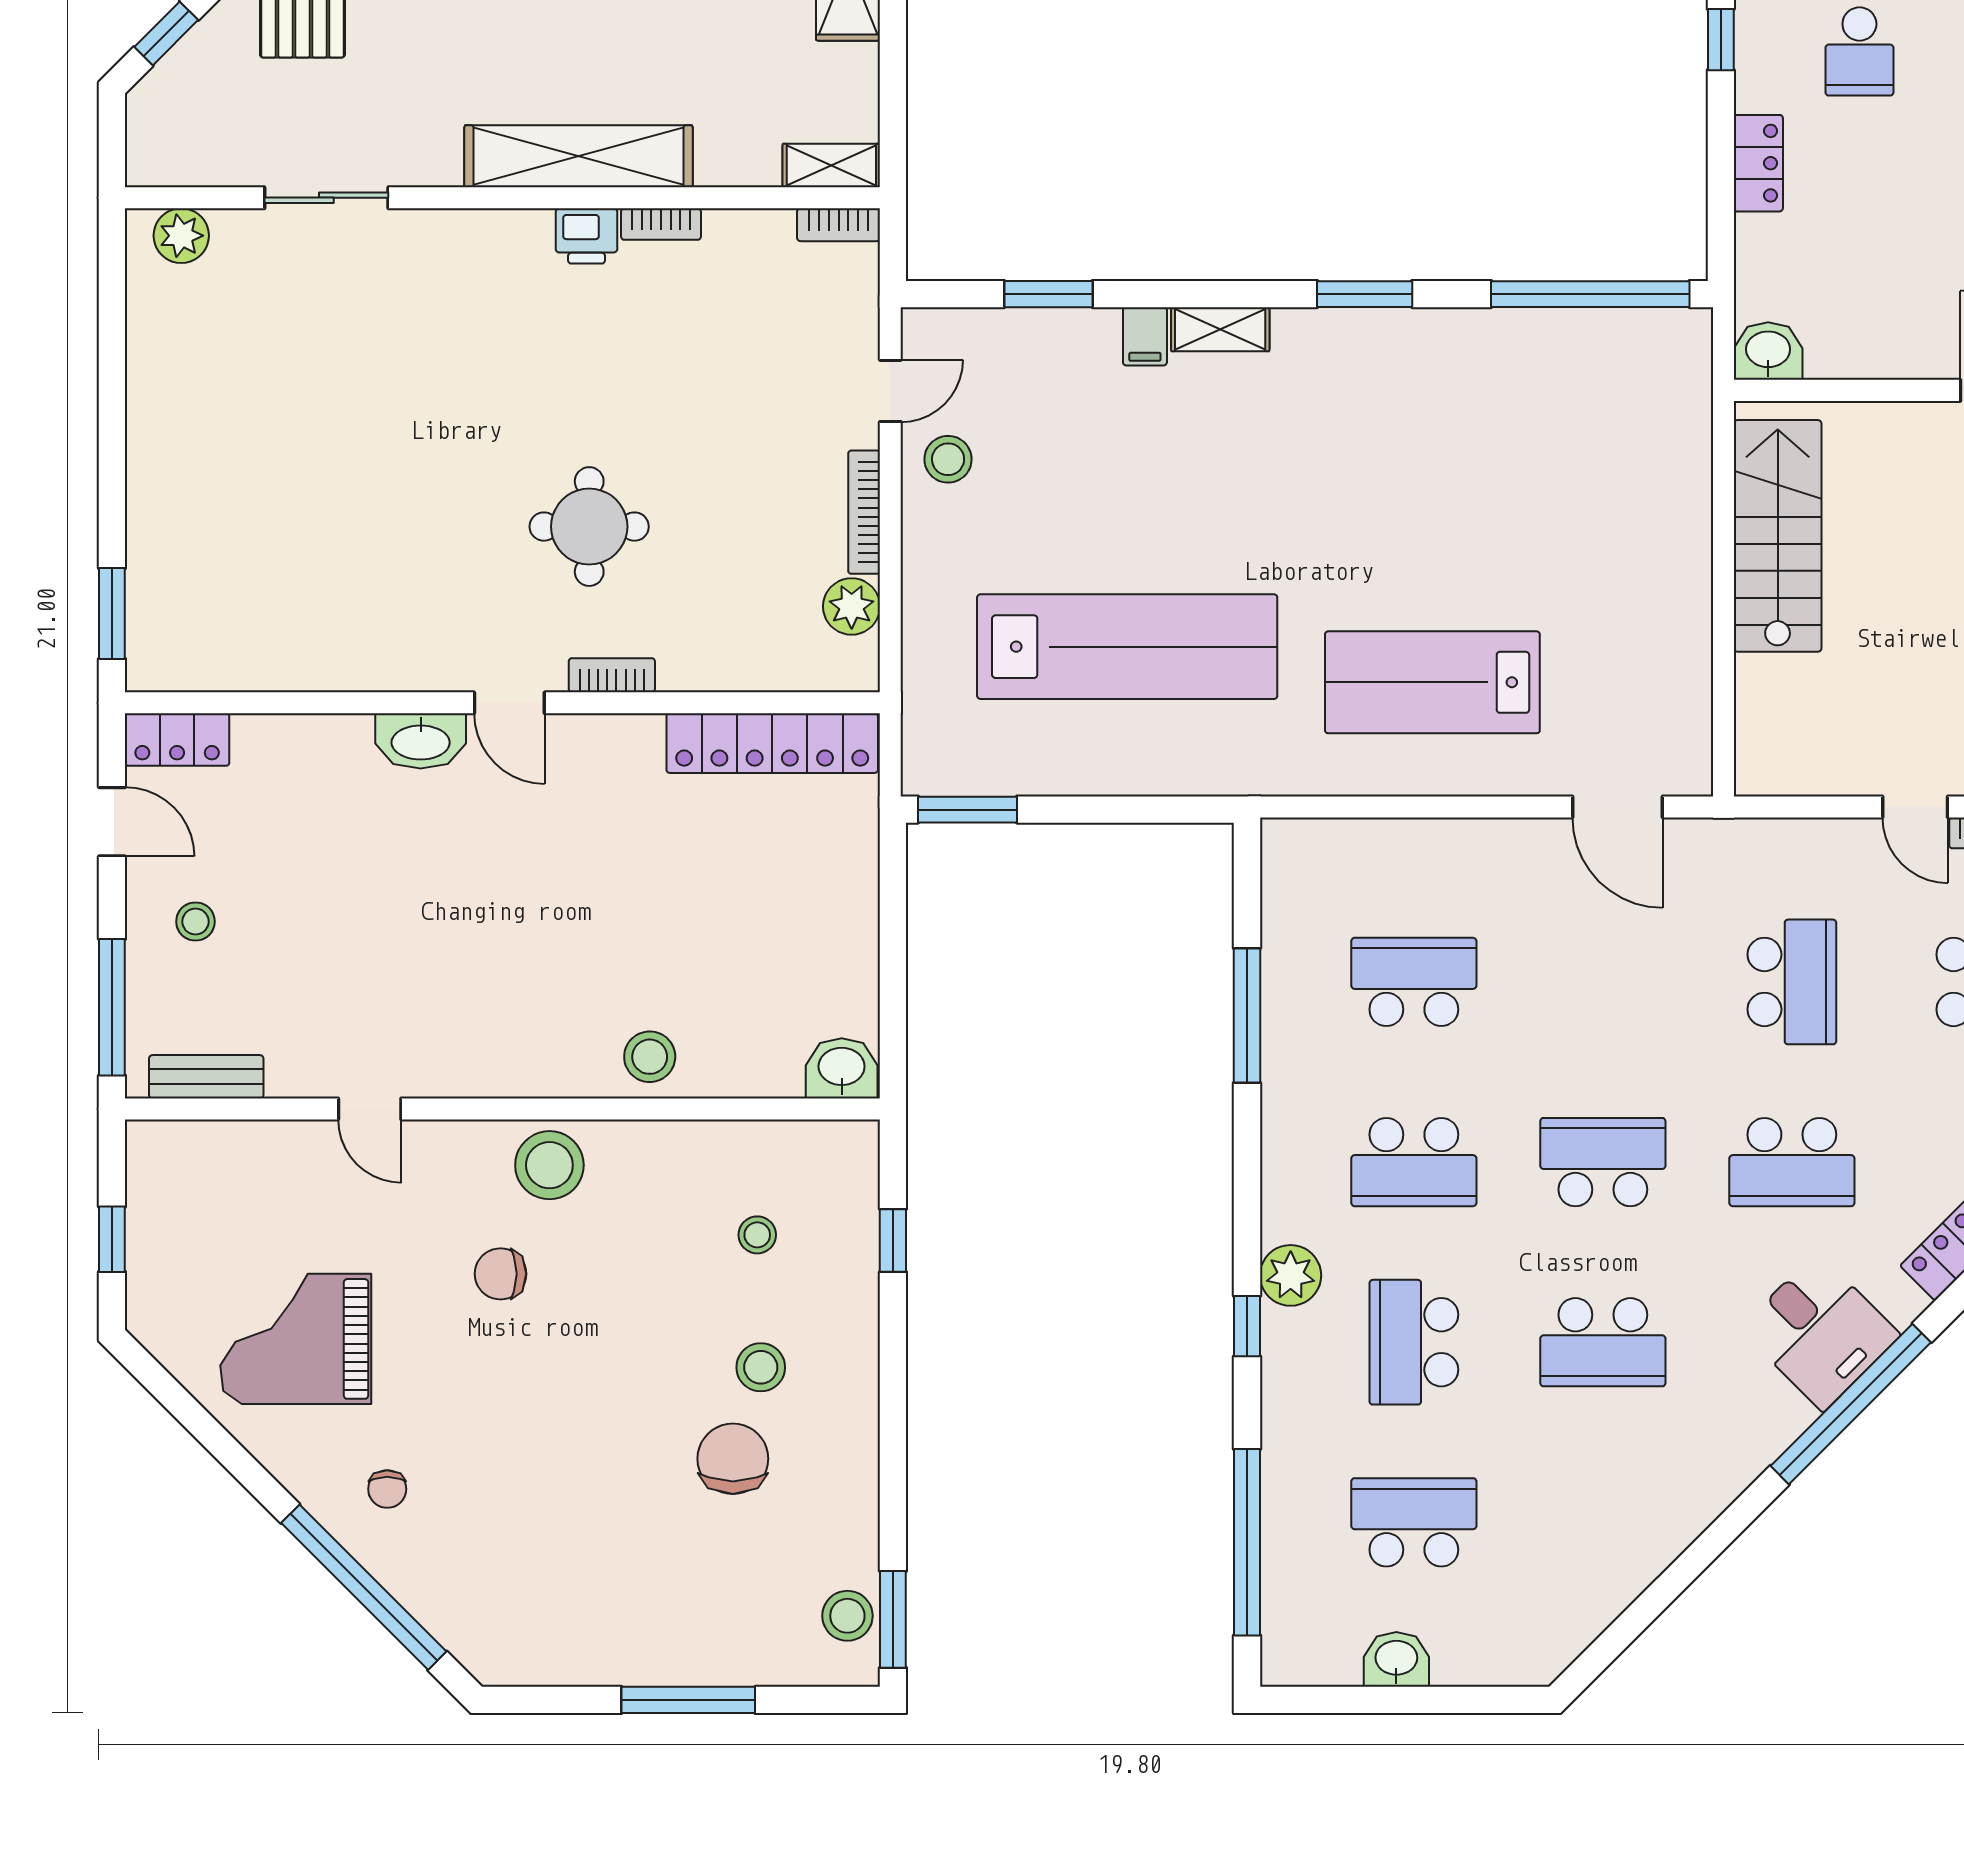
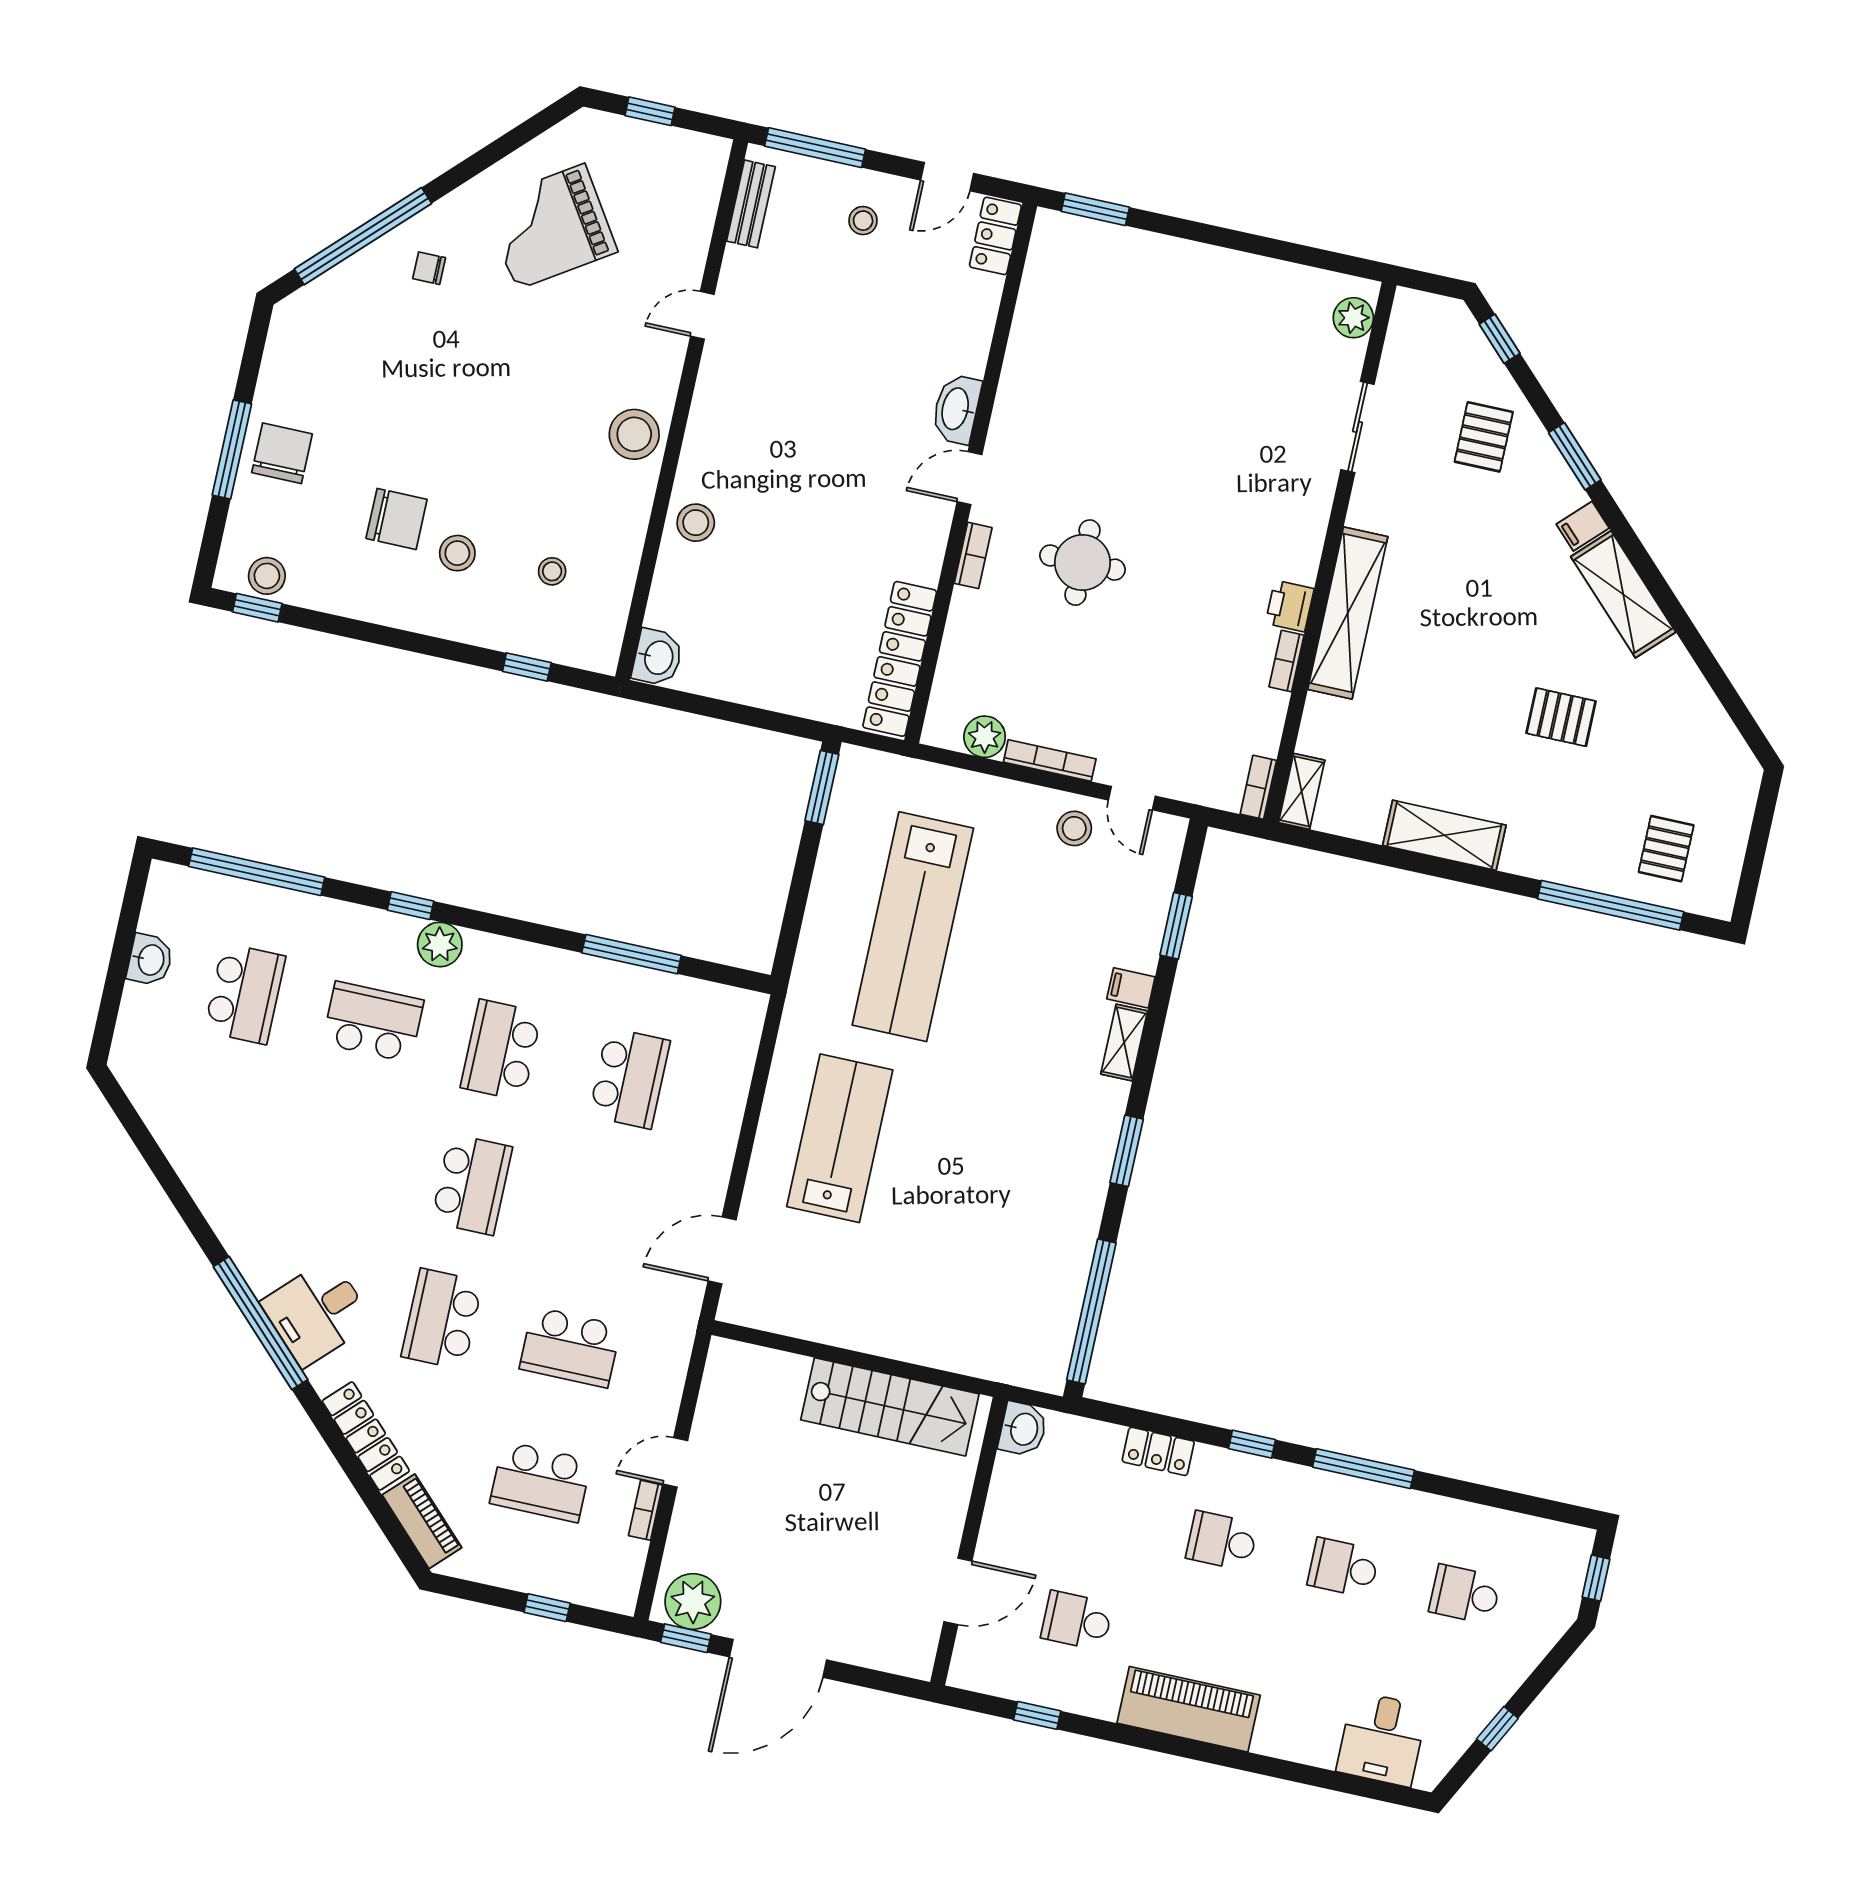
chair: (501, 1274) -> (282, 453), moved, width x1.37, depth x1.37
grand piano: (296, 1339) -> (550, 227), turned -123
school desk: (1603, 1342) -> (343, 1156), removed
window: (893, 1619) -> (257, 608), width x0.67

